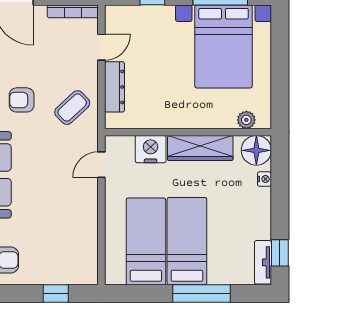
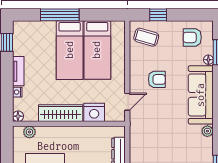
armchair: (22, 100) -> (157, 79), moved
coffee table: (72, 108) -> (146, 37), moved, turned 59
floor lamp: (256, 150) -> (18, 116), width x0.53, depth x0.53
tv unit: (263, 262) -> (18, 71), moved

